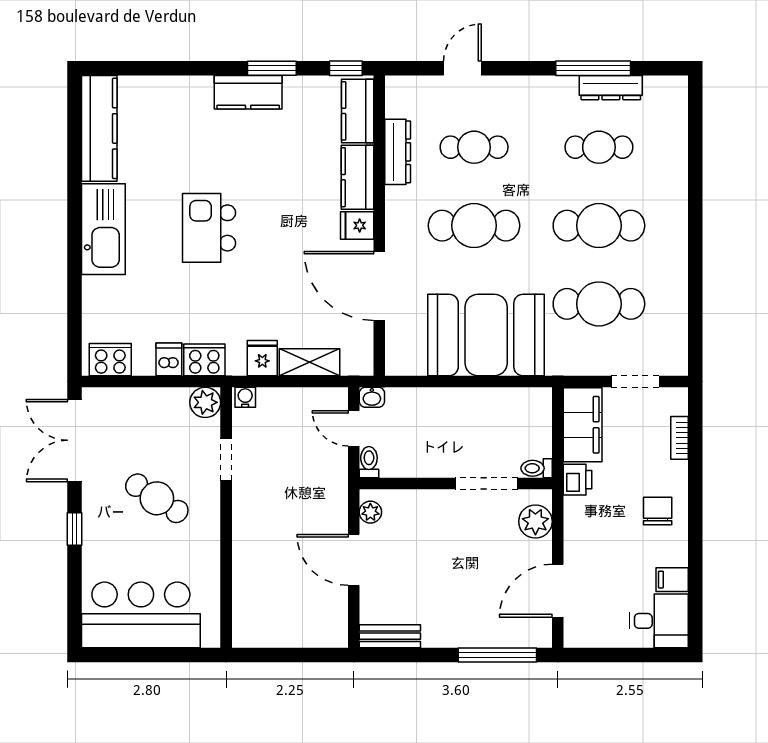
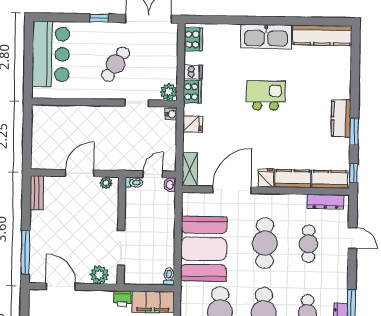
dresser: (398, 152) -> (325, 202), moved
shelving: (310, 362) -> (190, 169), moved
toilet: (537, 468) -> (169, 276), moved

